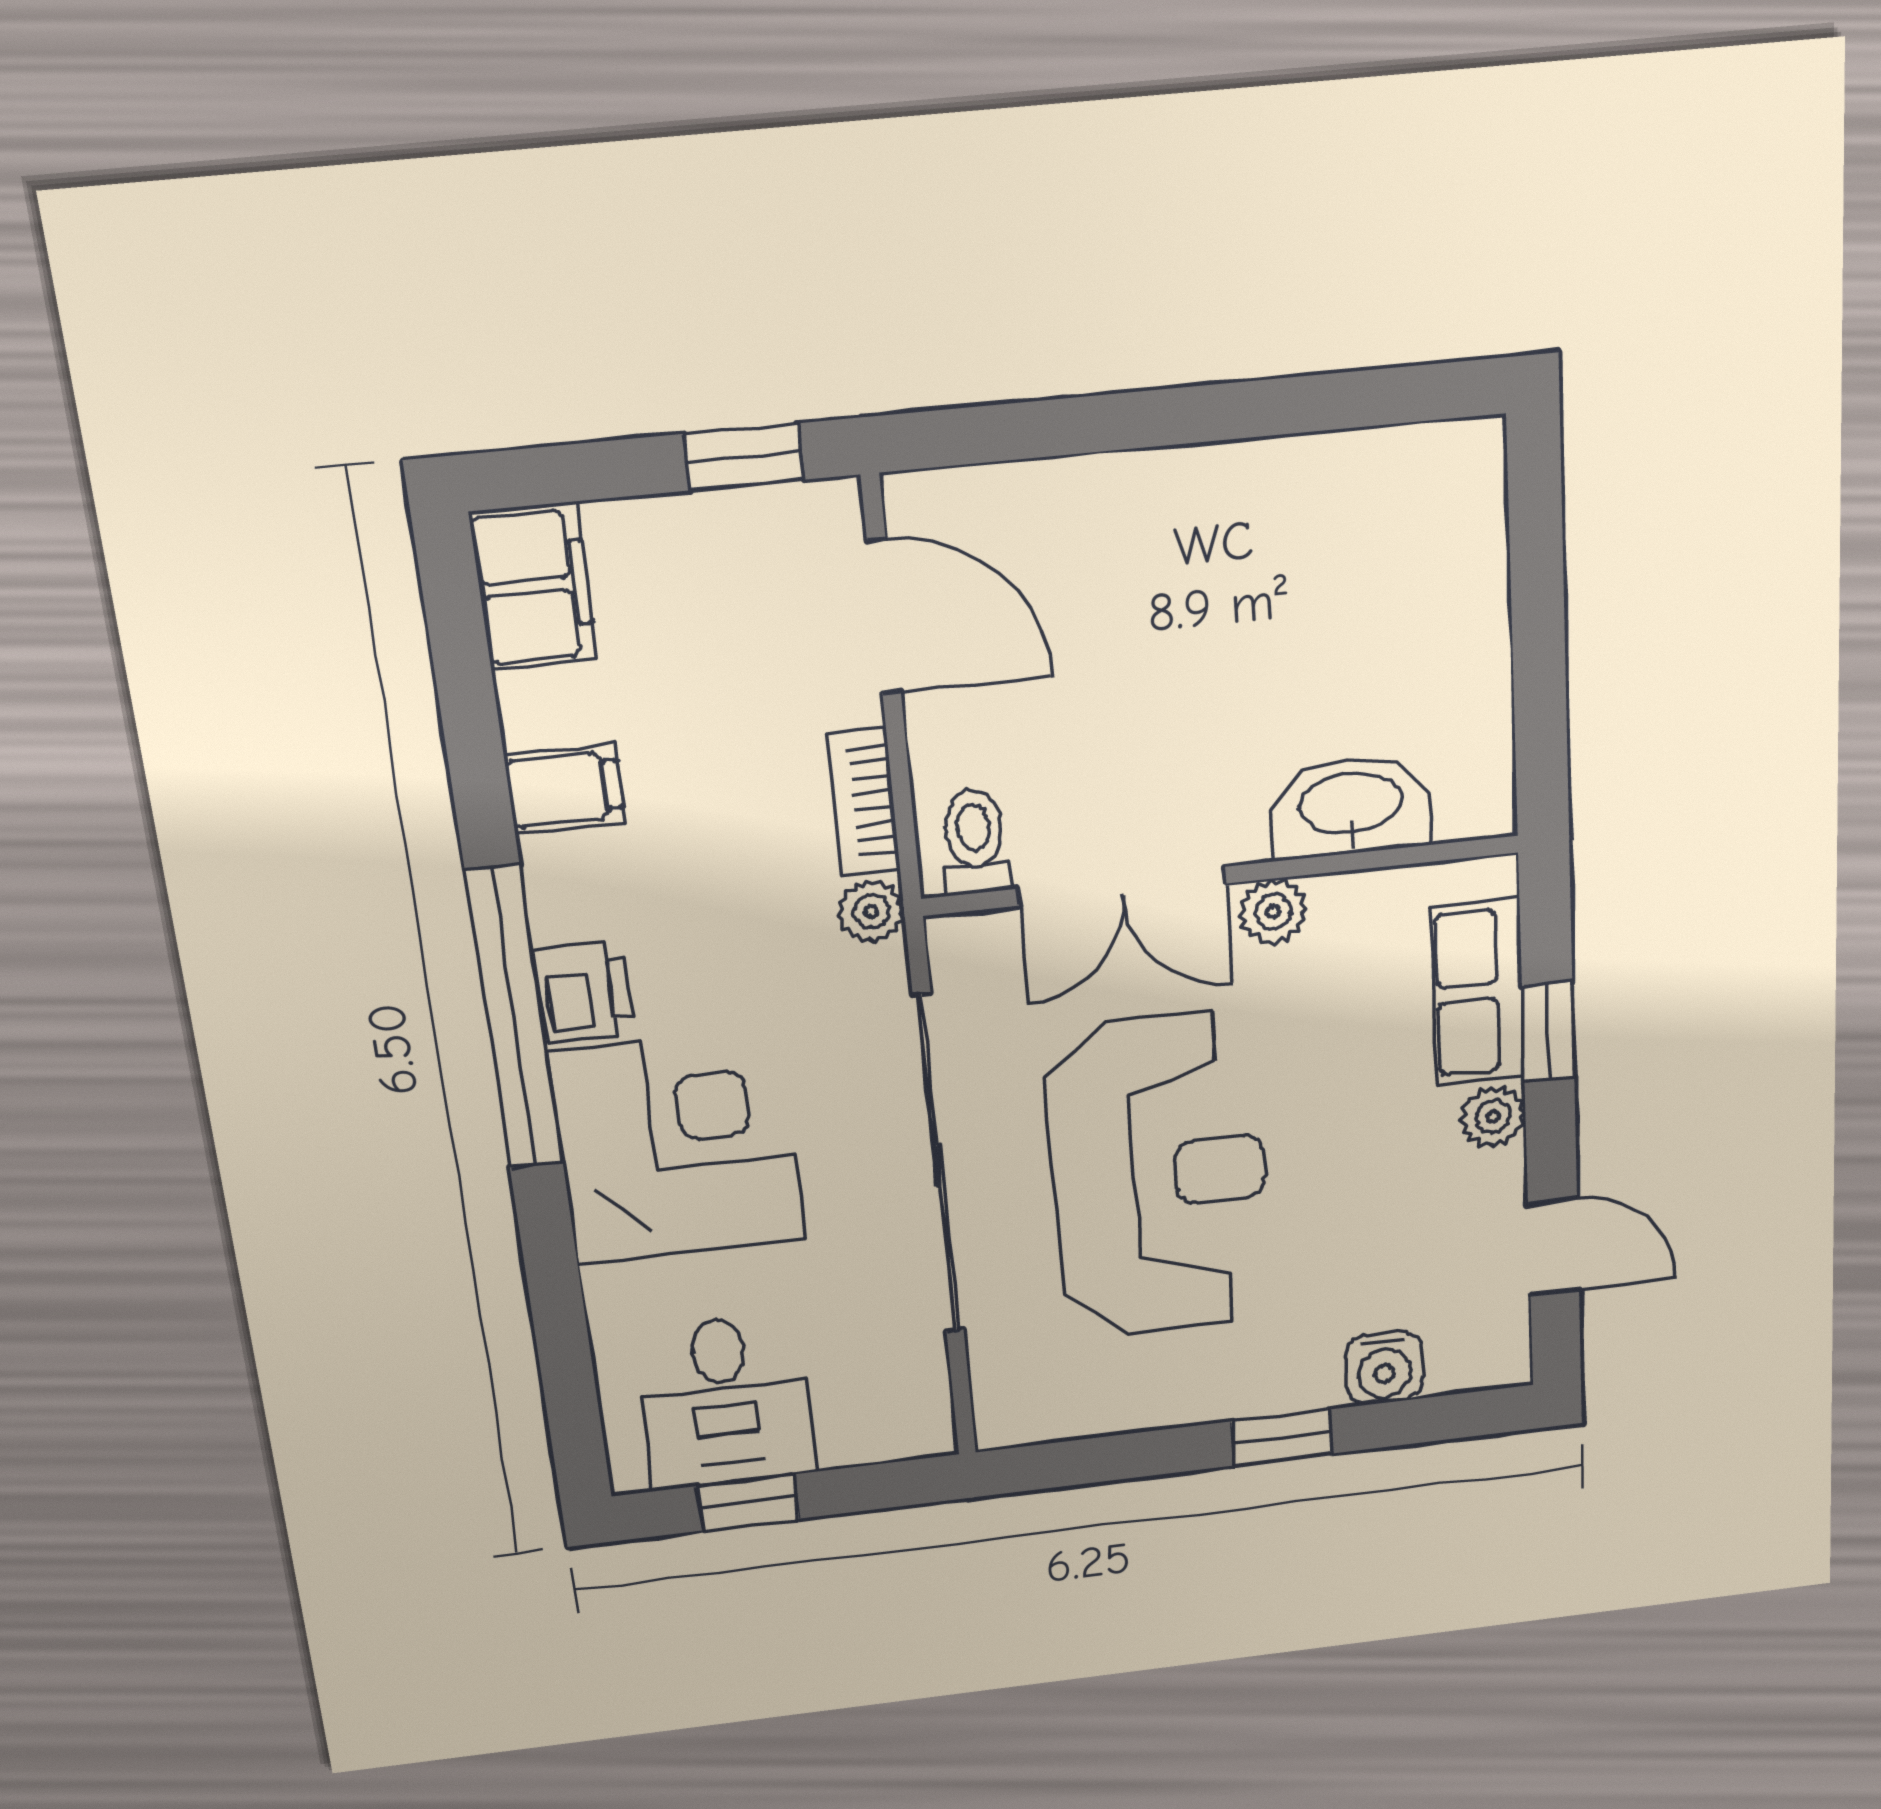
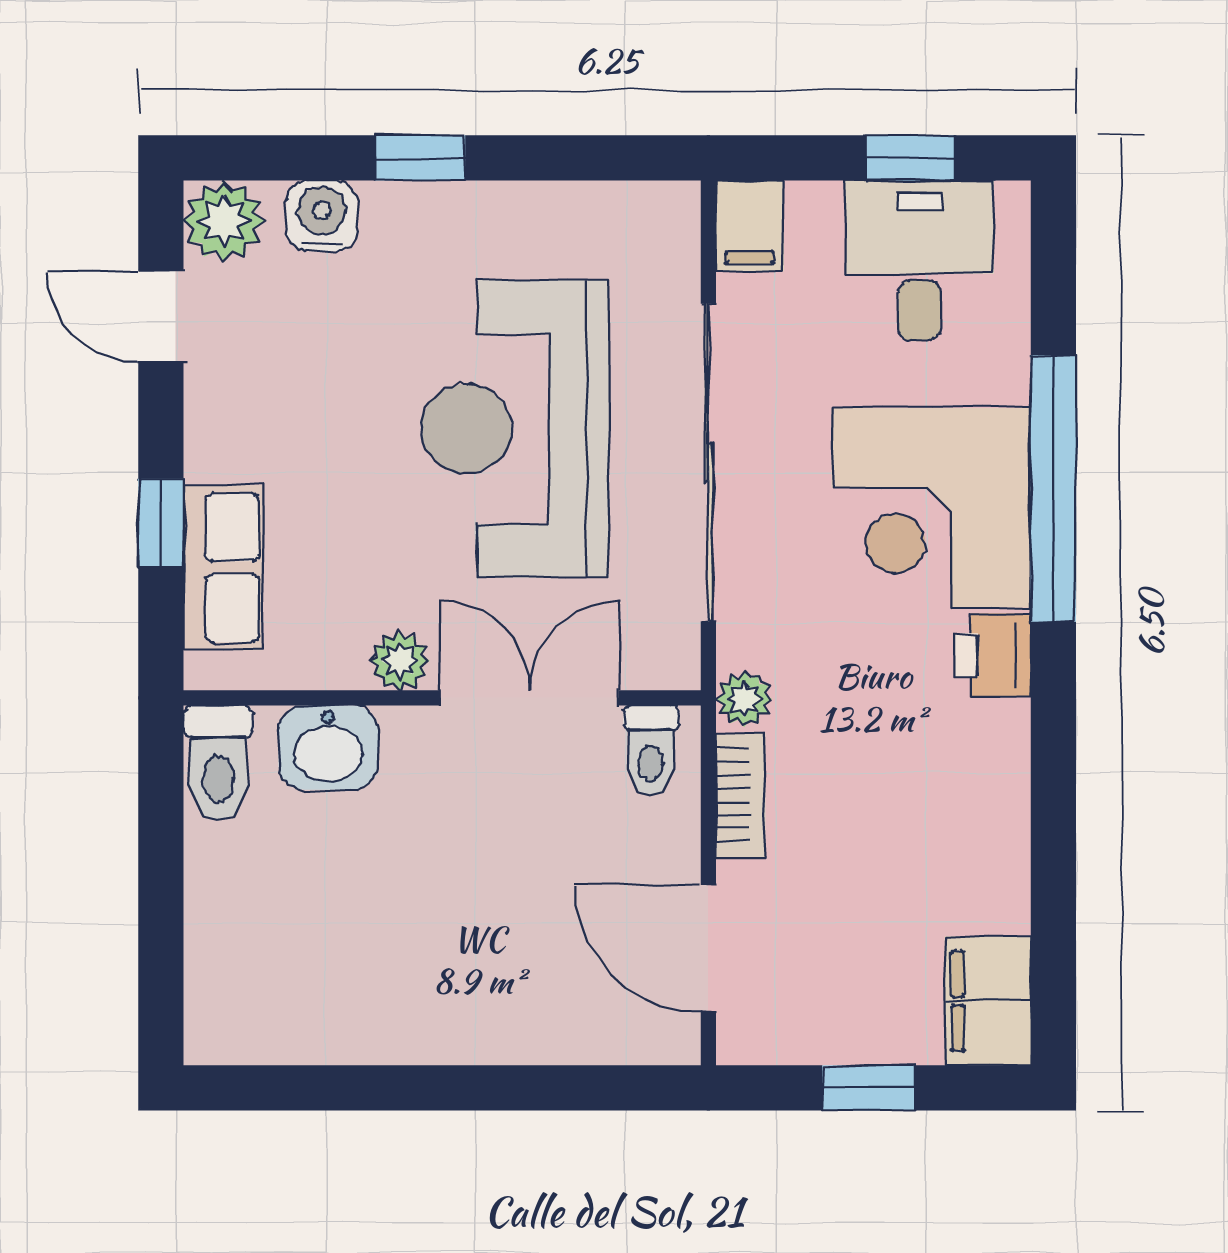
window: (744, 457) -> (868, 1088), moved
toilet: (1476, 775) -> (218, 763), added
filing cabinet: (564, 789) -> (750, 226), moved, turned -90
washbasin: (1350, 806) -> (328, 747), width x0.72
window: (515, 1018) -> (1053, 488), moved
plant: (1493, 1116) -> (224, 221), moved, width x1.38, depth x1.38

